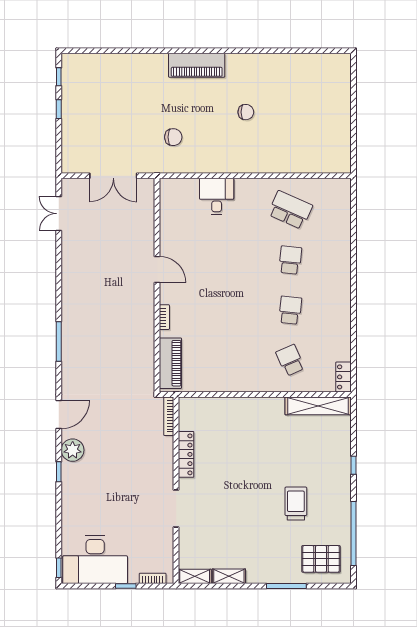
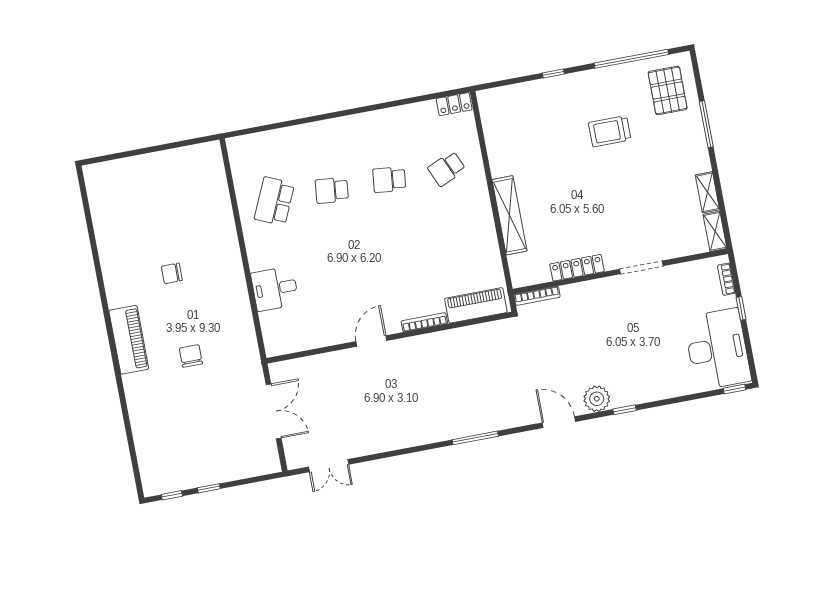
chair: (246, 112) -> (172, 273), turned -90
chair: (173, 137) -> (191, 356), moved
bookcase: (164, 317) -> (424, 322), width x1.56
shelving: (318, 406) -> (509, 215), moved

